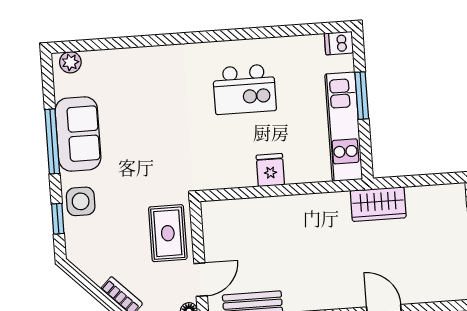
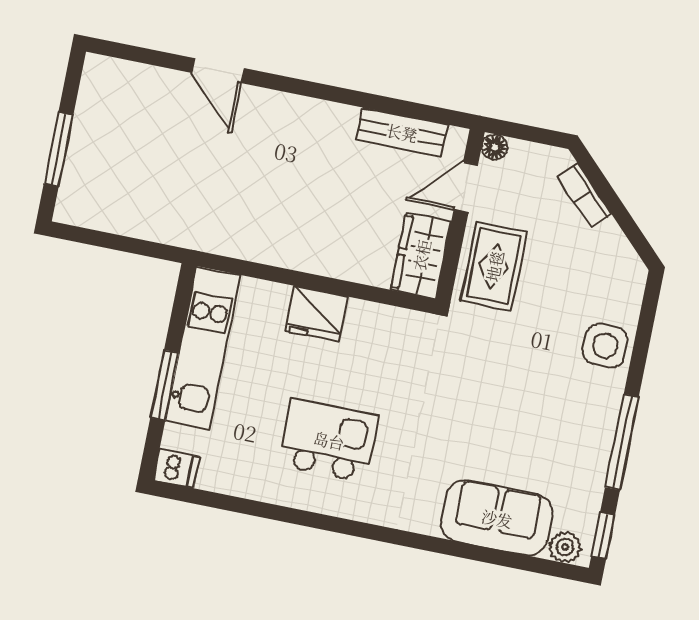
sofa: (78, 134) -> (497, 518), moved, turned 90
fridge: (270, 170) -> (316, 314), width x1.38
wardrobe: (378, 204) -> (421, 255), moved, turned -90
window: (58, 219) -> (603, 536), moved

